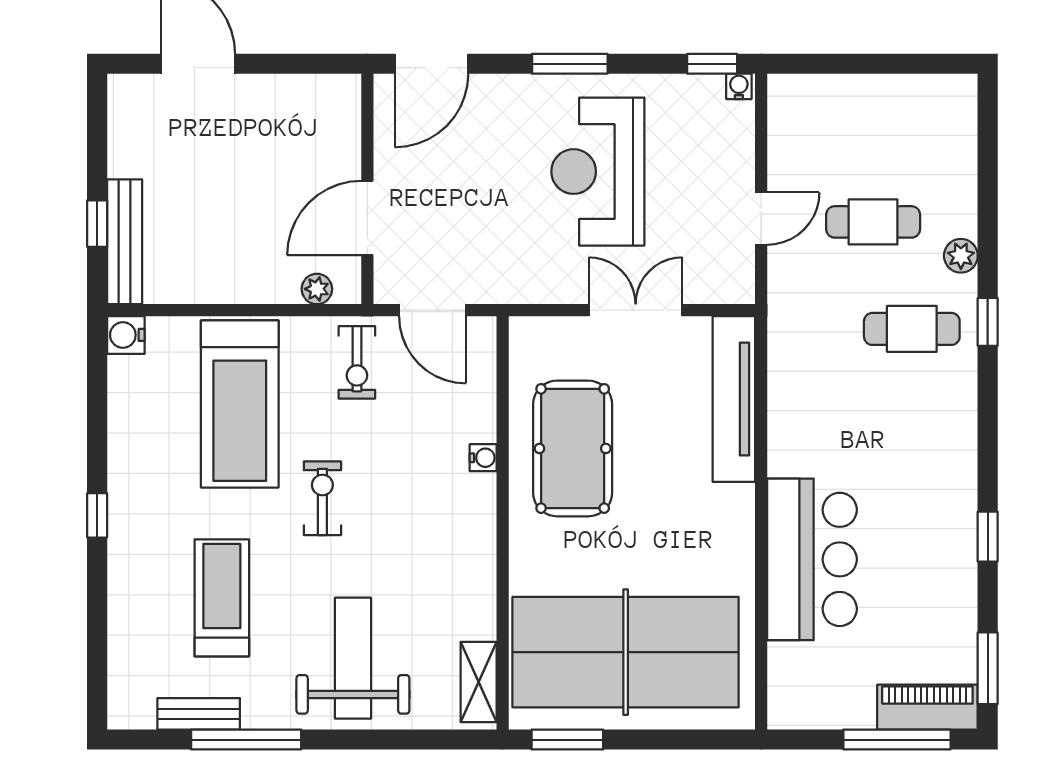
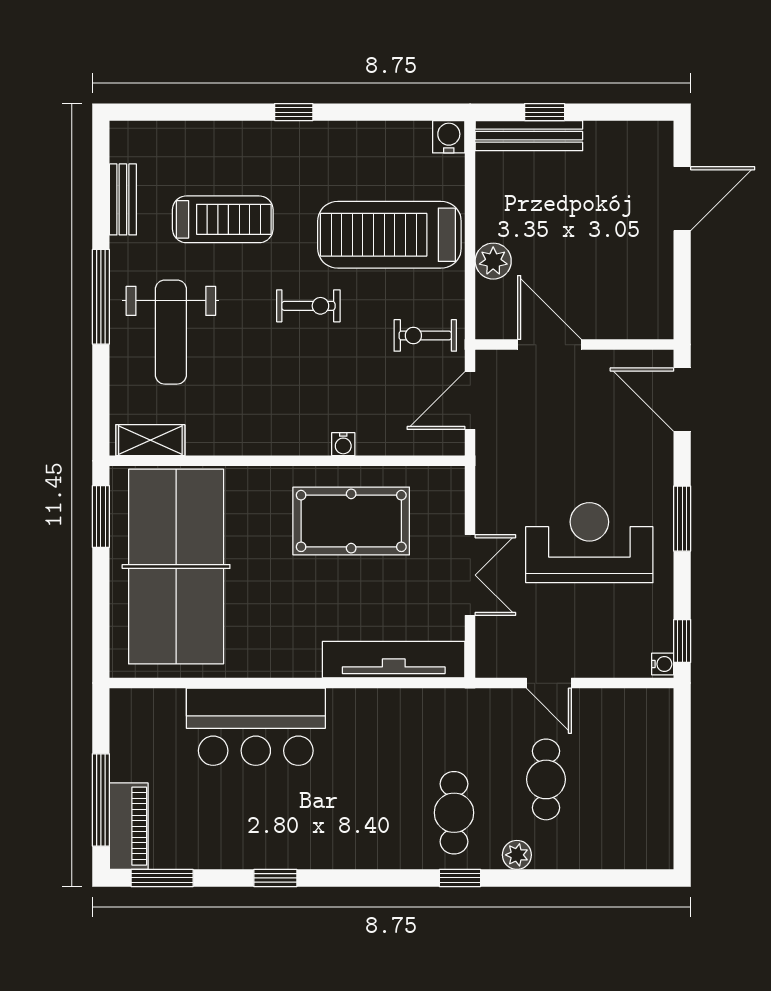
plant: (317, 289) -> (493, 261), moved, width x1.38, depth x1.38
weight bench: (353, 658) -> (171, 332), turned 90
window: (246, 740) -> (101, 297), moved

